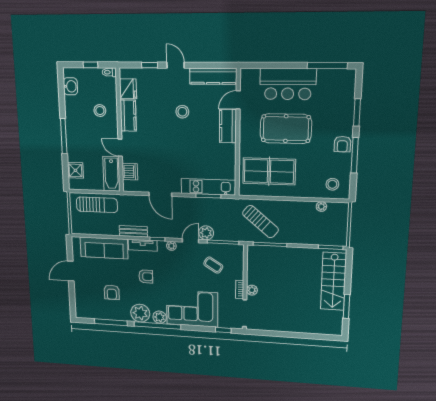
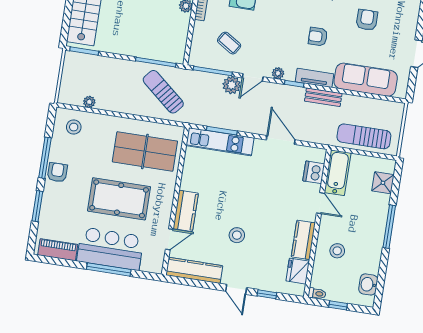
window: (327, 66) -> (109, 269), moved
piano: (334, 76) -> (58, 250), added

